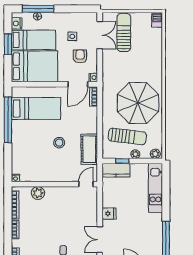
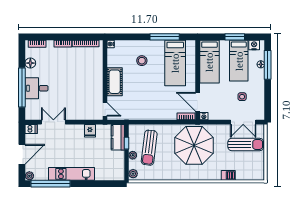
barbecue: (157, 20) -> (228, 175), moved
armchair: (80, 56) -> (223, 104), removed
bed: (35, 66) -> (209, 62), width x0.67
parasol: (138, 103) -> (194, 145), moved
window: (8, 120) -> (165, 37), width x0.68
stool: (59, 143) -> (142, 61), moved
cot: (89, 149) -> (115, 82), moved, turned 90
kitchen unit: (155, 188) -> (71, 174), moved
plant: (38, 193) -> (97, 65), removed
fridge: (109, 214) -> (90, 131), moved

